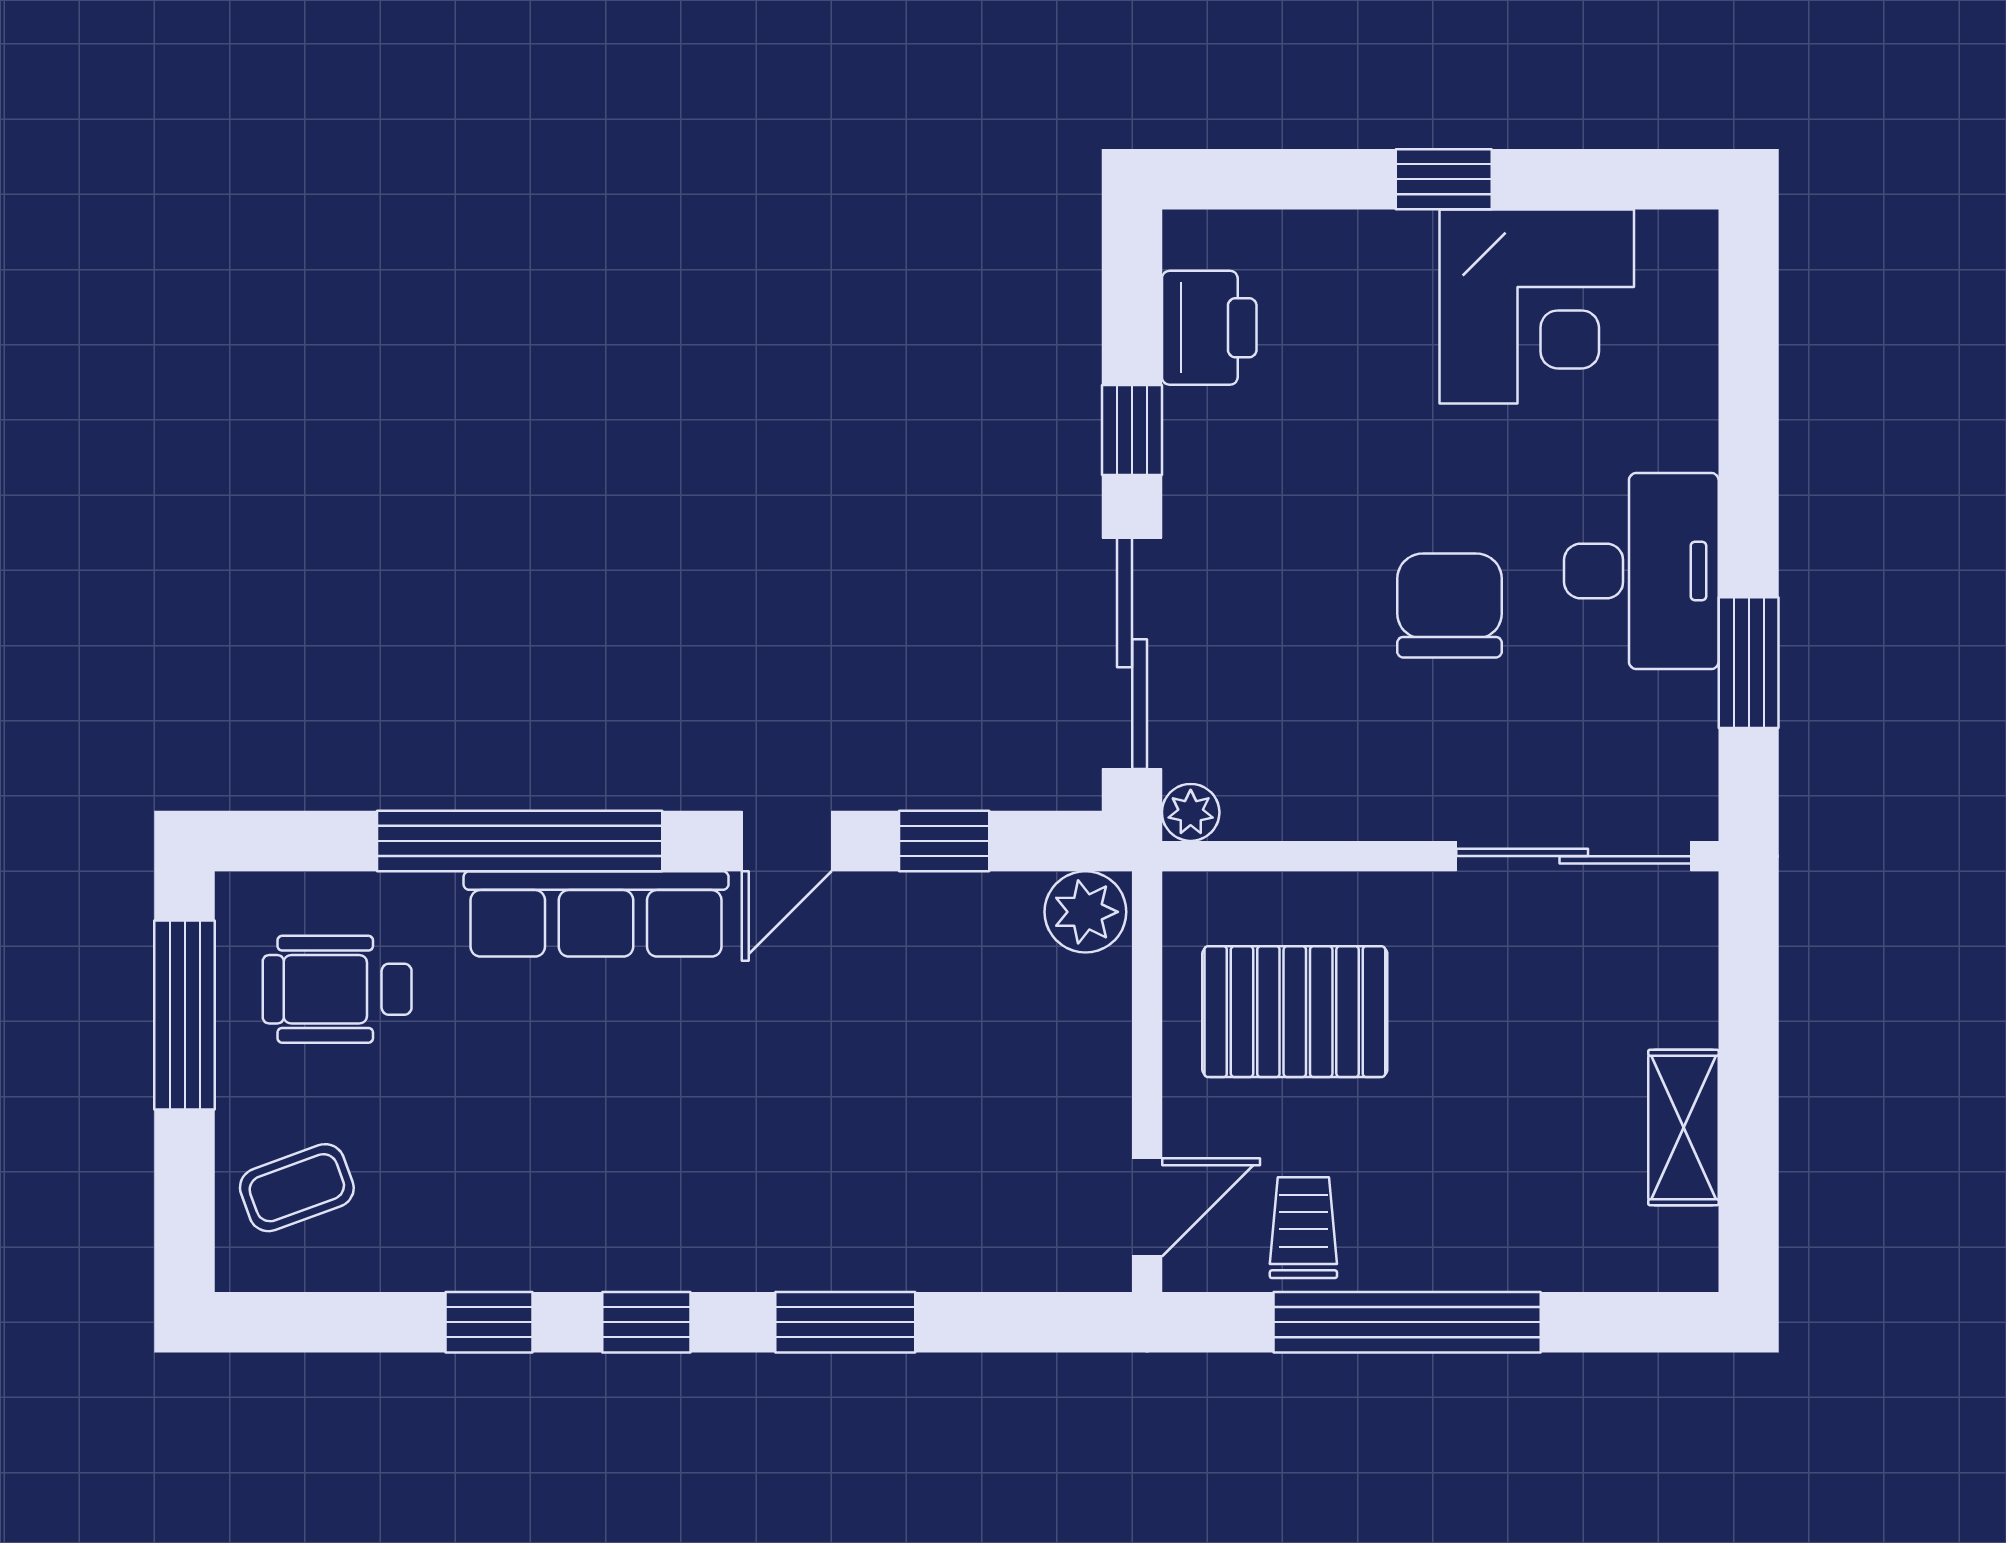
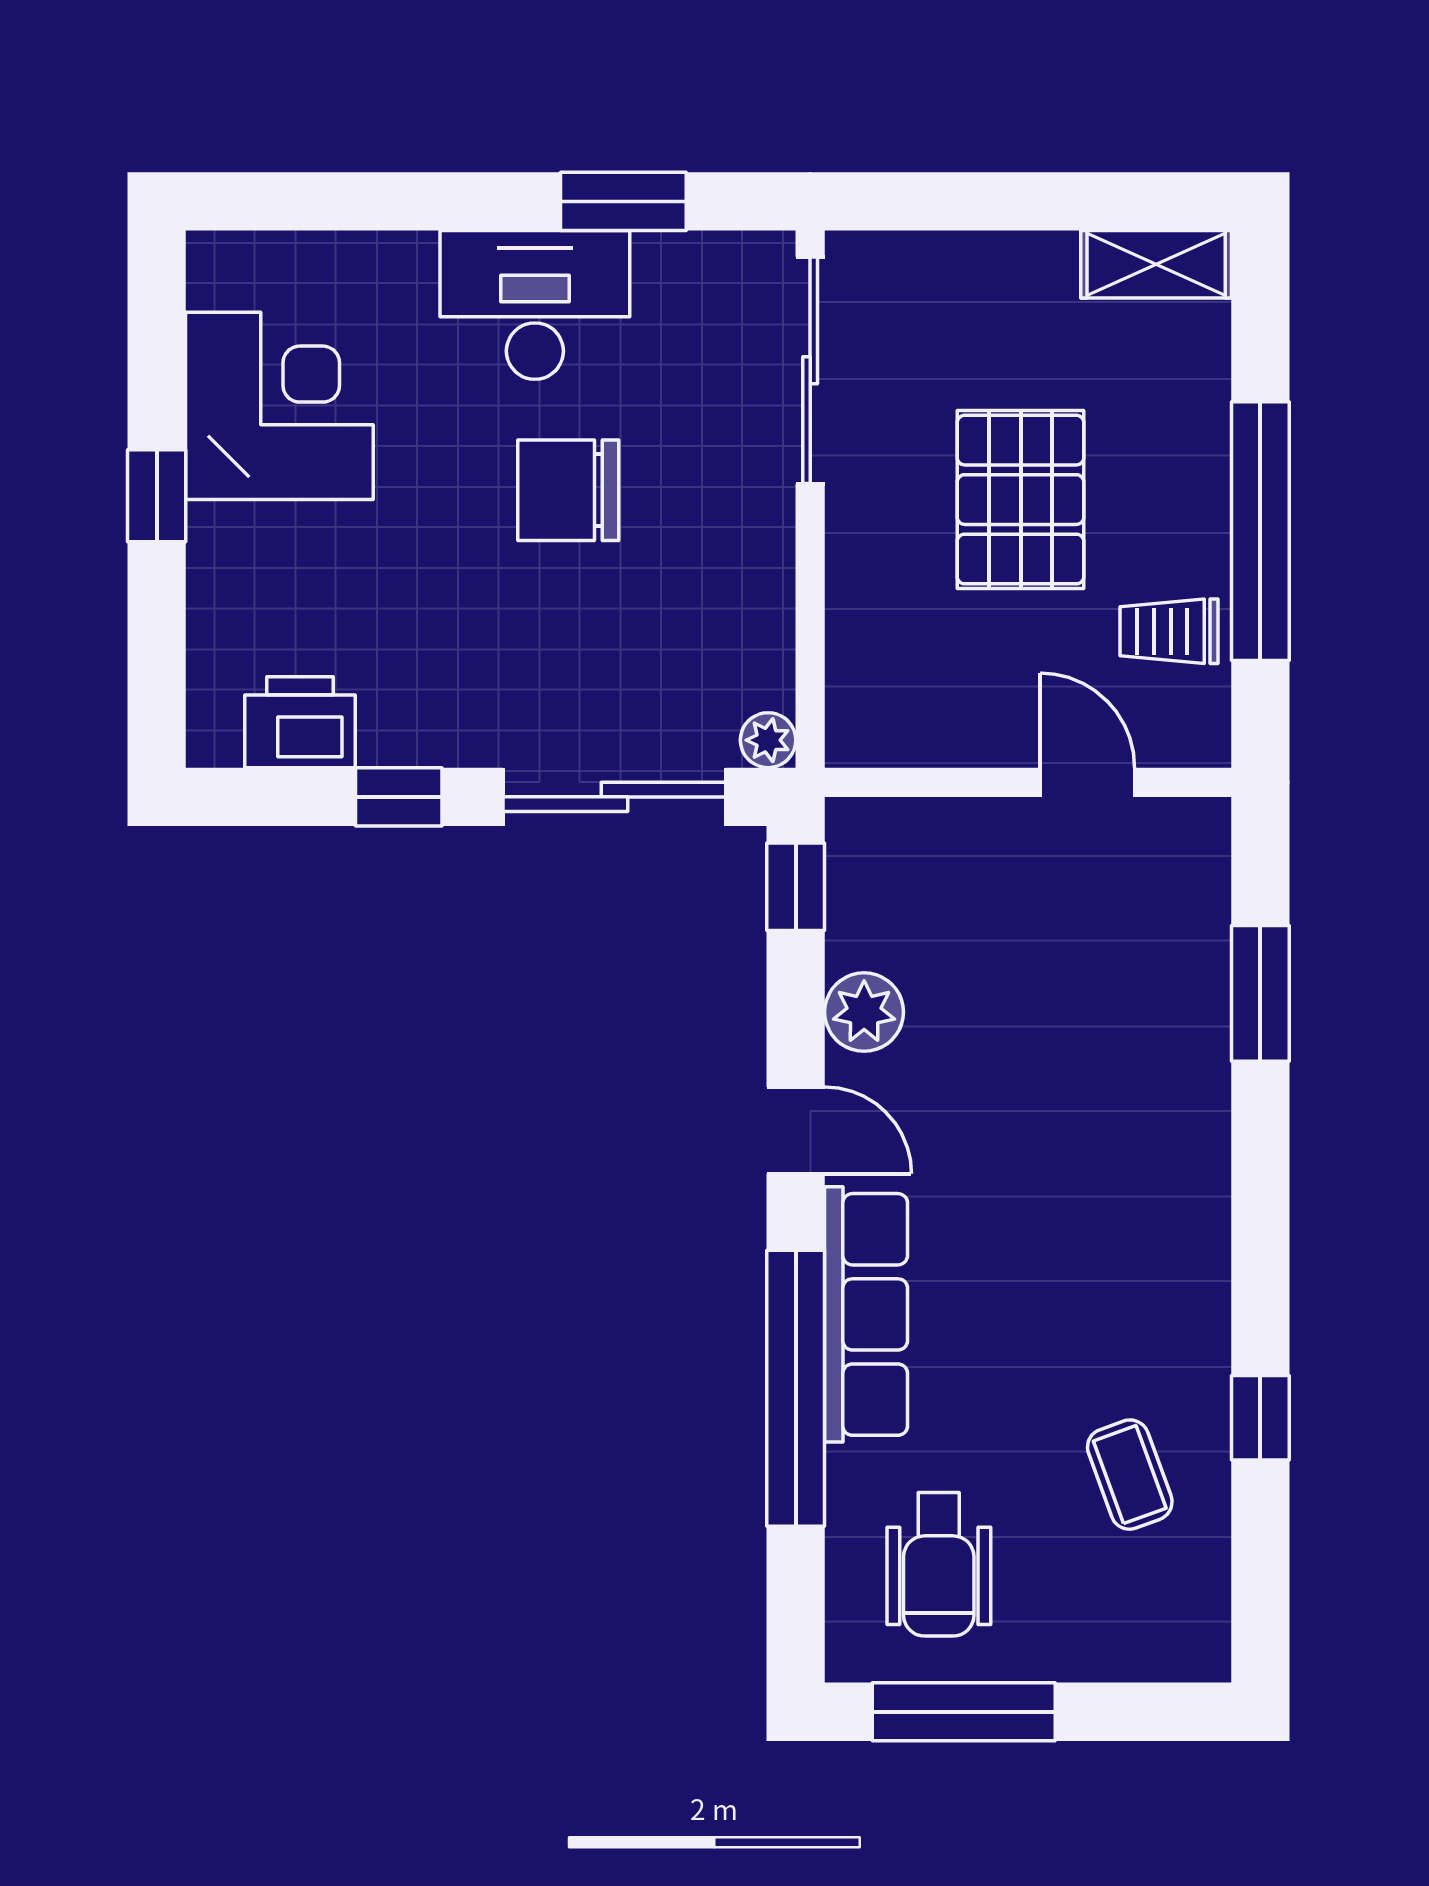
window: (944, 841) -> (796, 887), moved
plant: (1085, 912) -> (864, 1012), moved
pallet: (1295, 1012) -> (1021, 500), moved
shelving: (1683, 1127) -> (1156, 264), moved
coffee table: (297, 1188) -> (1130, 1475), moved
door: (1147, 1207) -> (1087, 782), moved
window: (646, 1322) -> (1260, 1266), removed
window: (845, 1322) -> (1260, 993), moved

